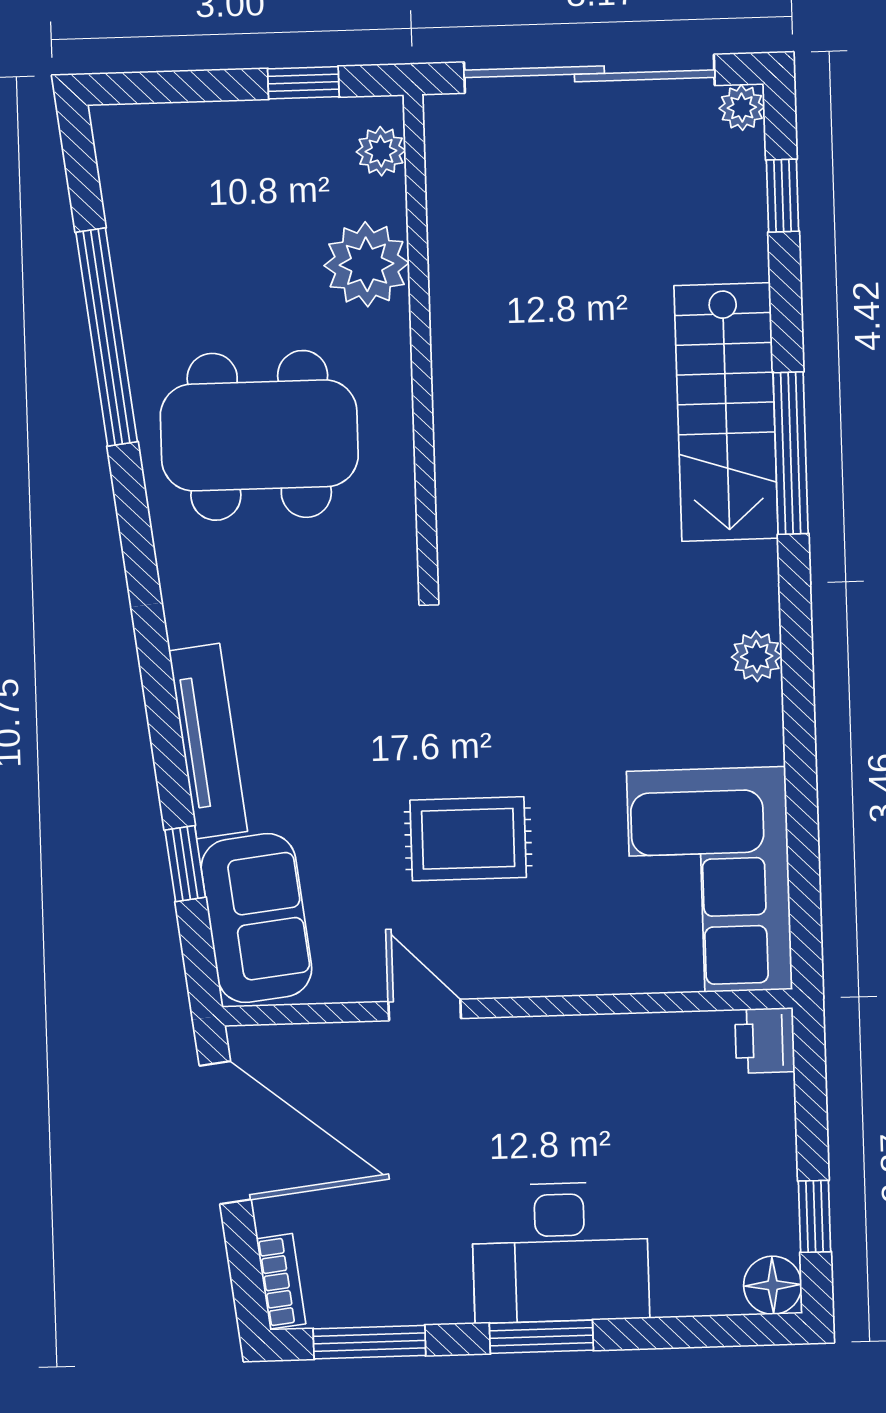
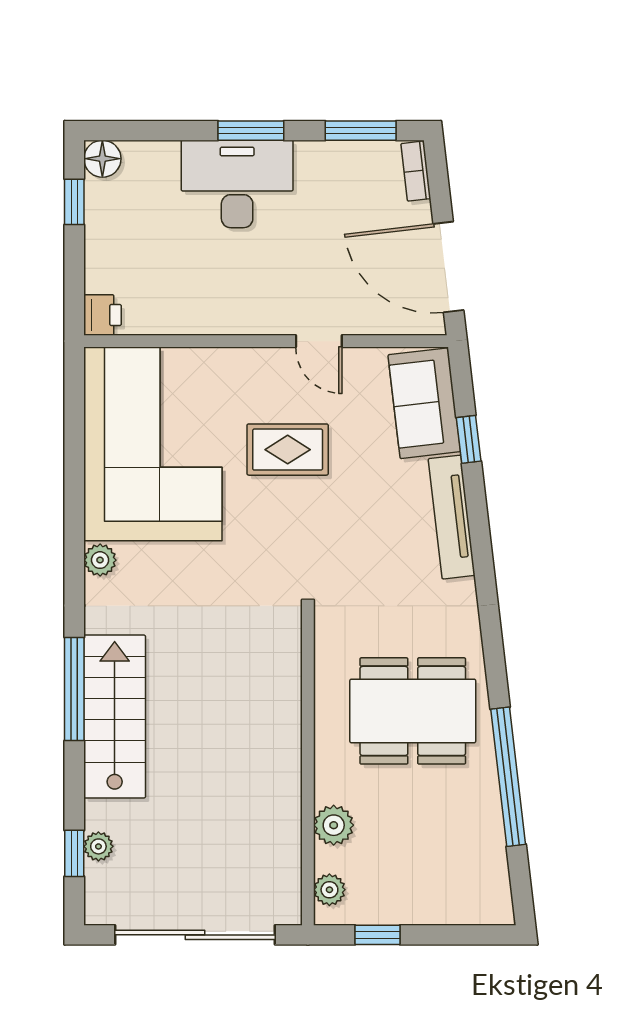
plant: (742, 108) -> (98, 846), moved
plant: (367, 264) -> (334, 825), width x0.73, depth x0.73
corner sofa: (709, 880) -> (153, 444), width x1.36, depth x1.36

